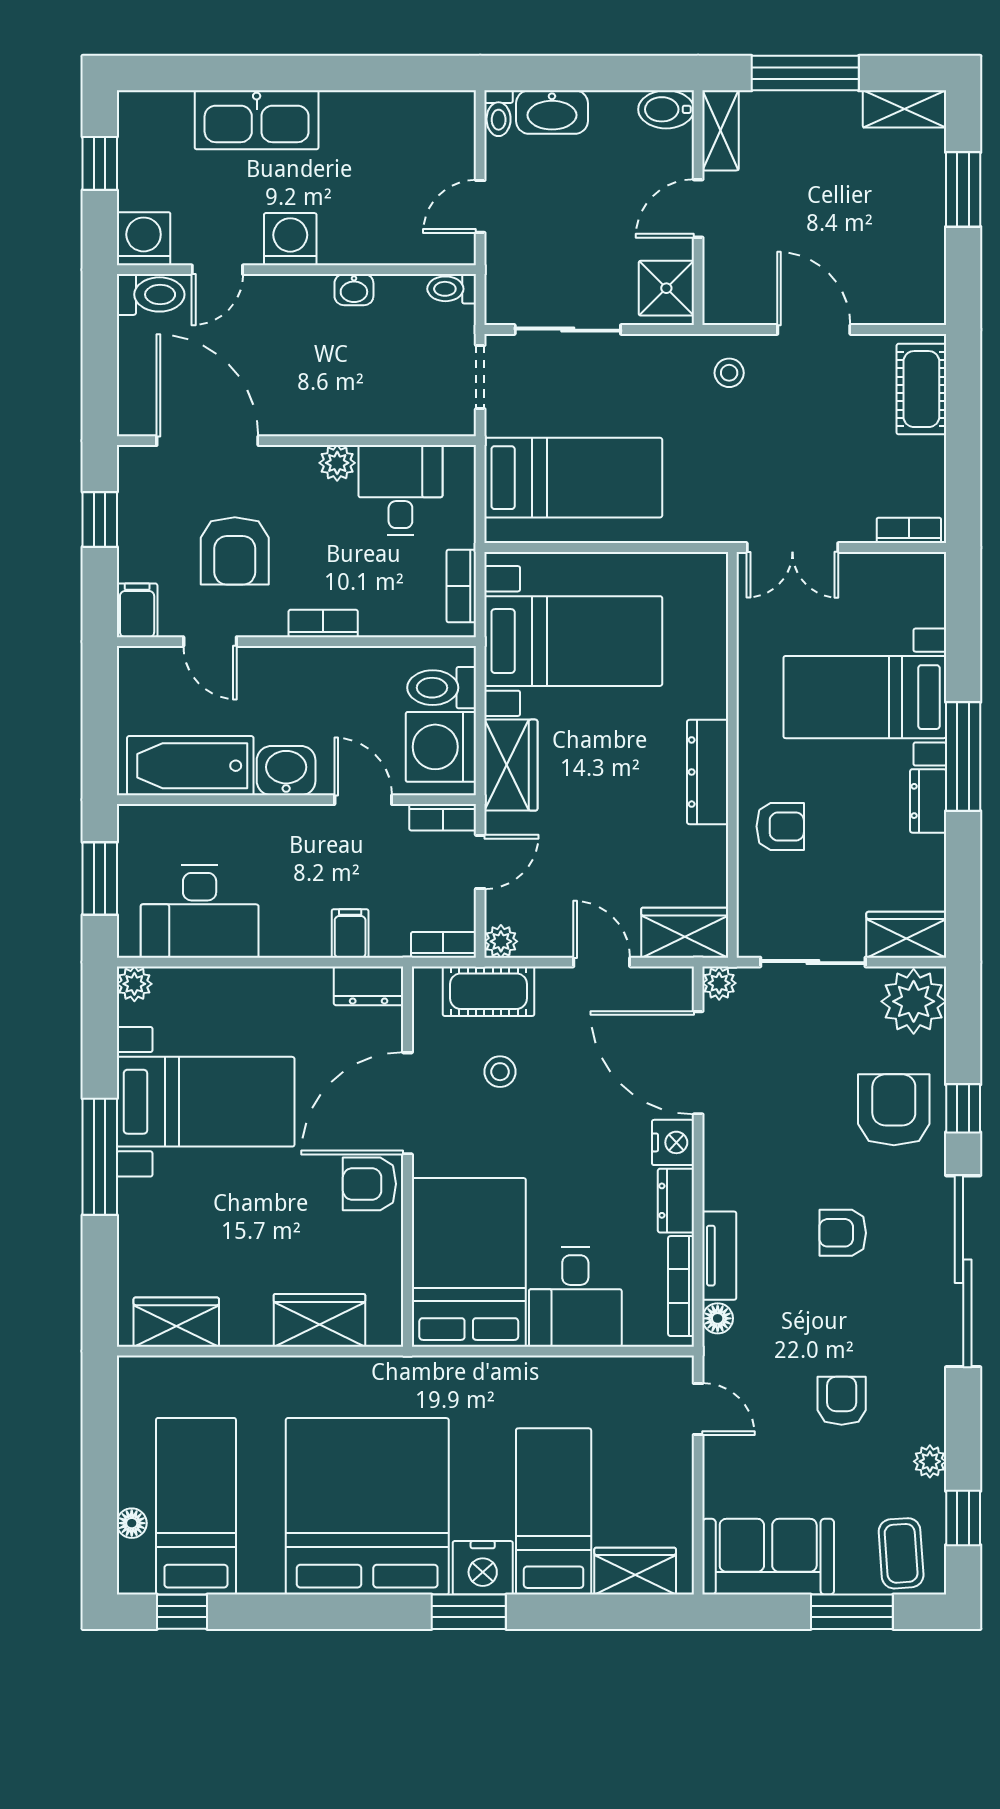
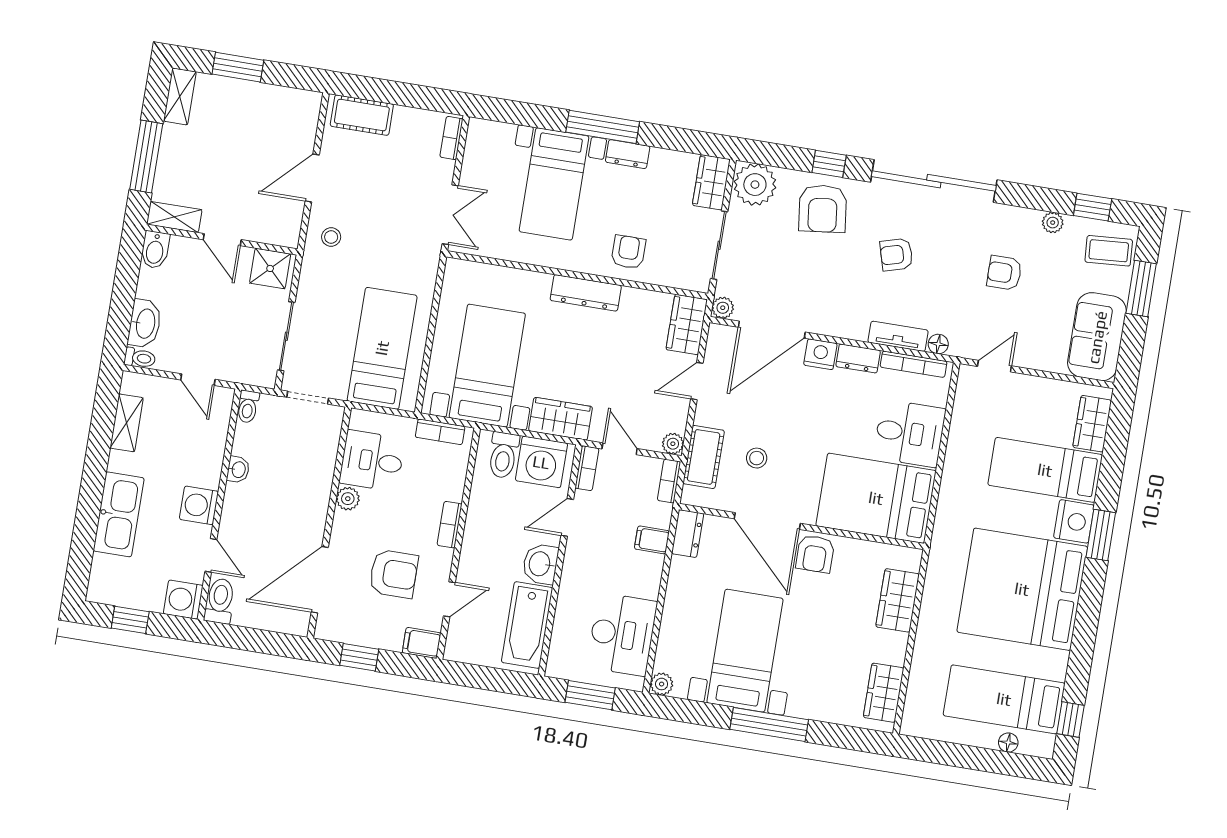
shelving: (397, 109) -> (127, 423), added
armchair: (894, 1110) -> (823, 209), turned -97
armchair: (843, 1233) -> (896, 255), turned 74

